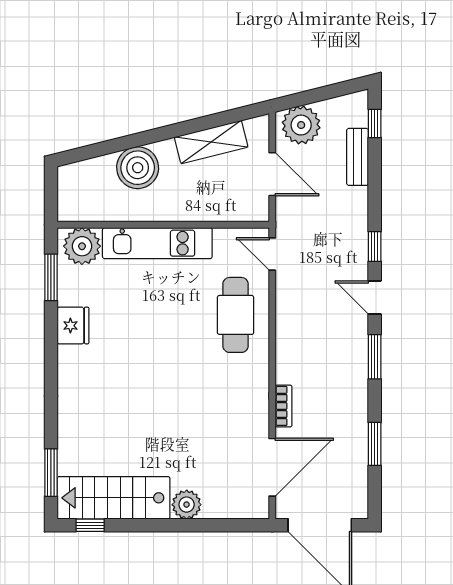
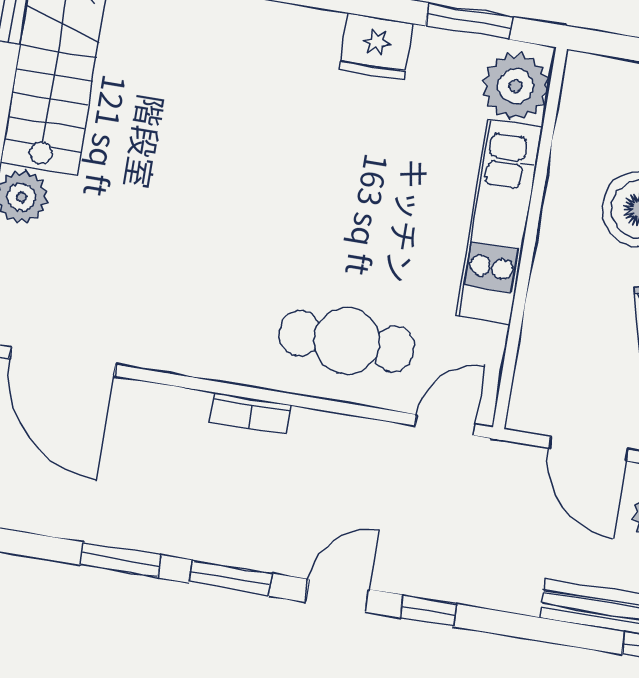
door: (272, 174) -> (589, 449), hinge flipped
bookcase: (284, 406) -> (251, 414), moved
window: (375, 444) -> (120, 560), moved

